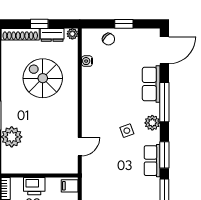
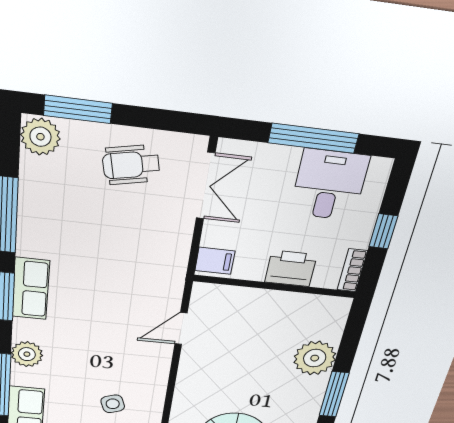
side table: (127, 131) -> (113, 404), moved

